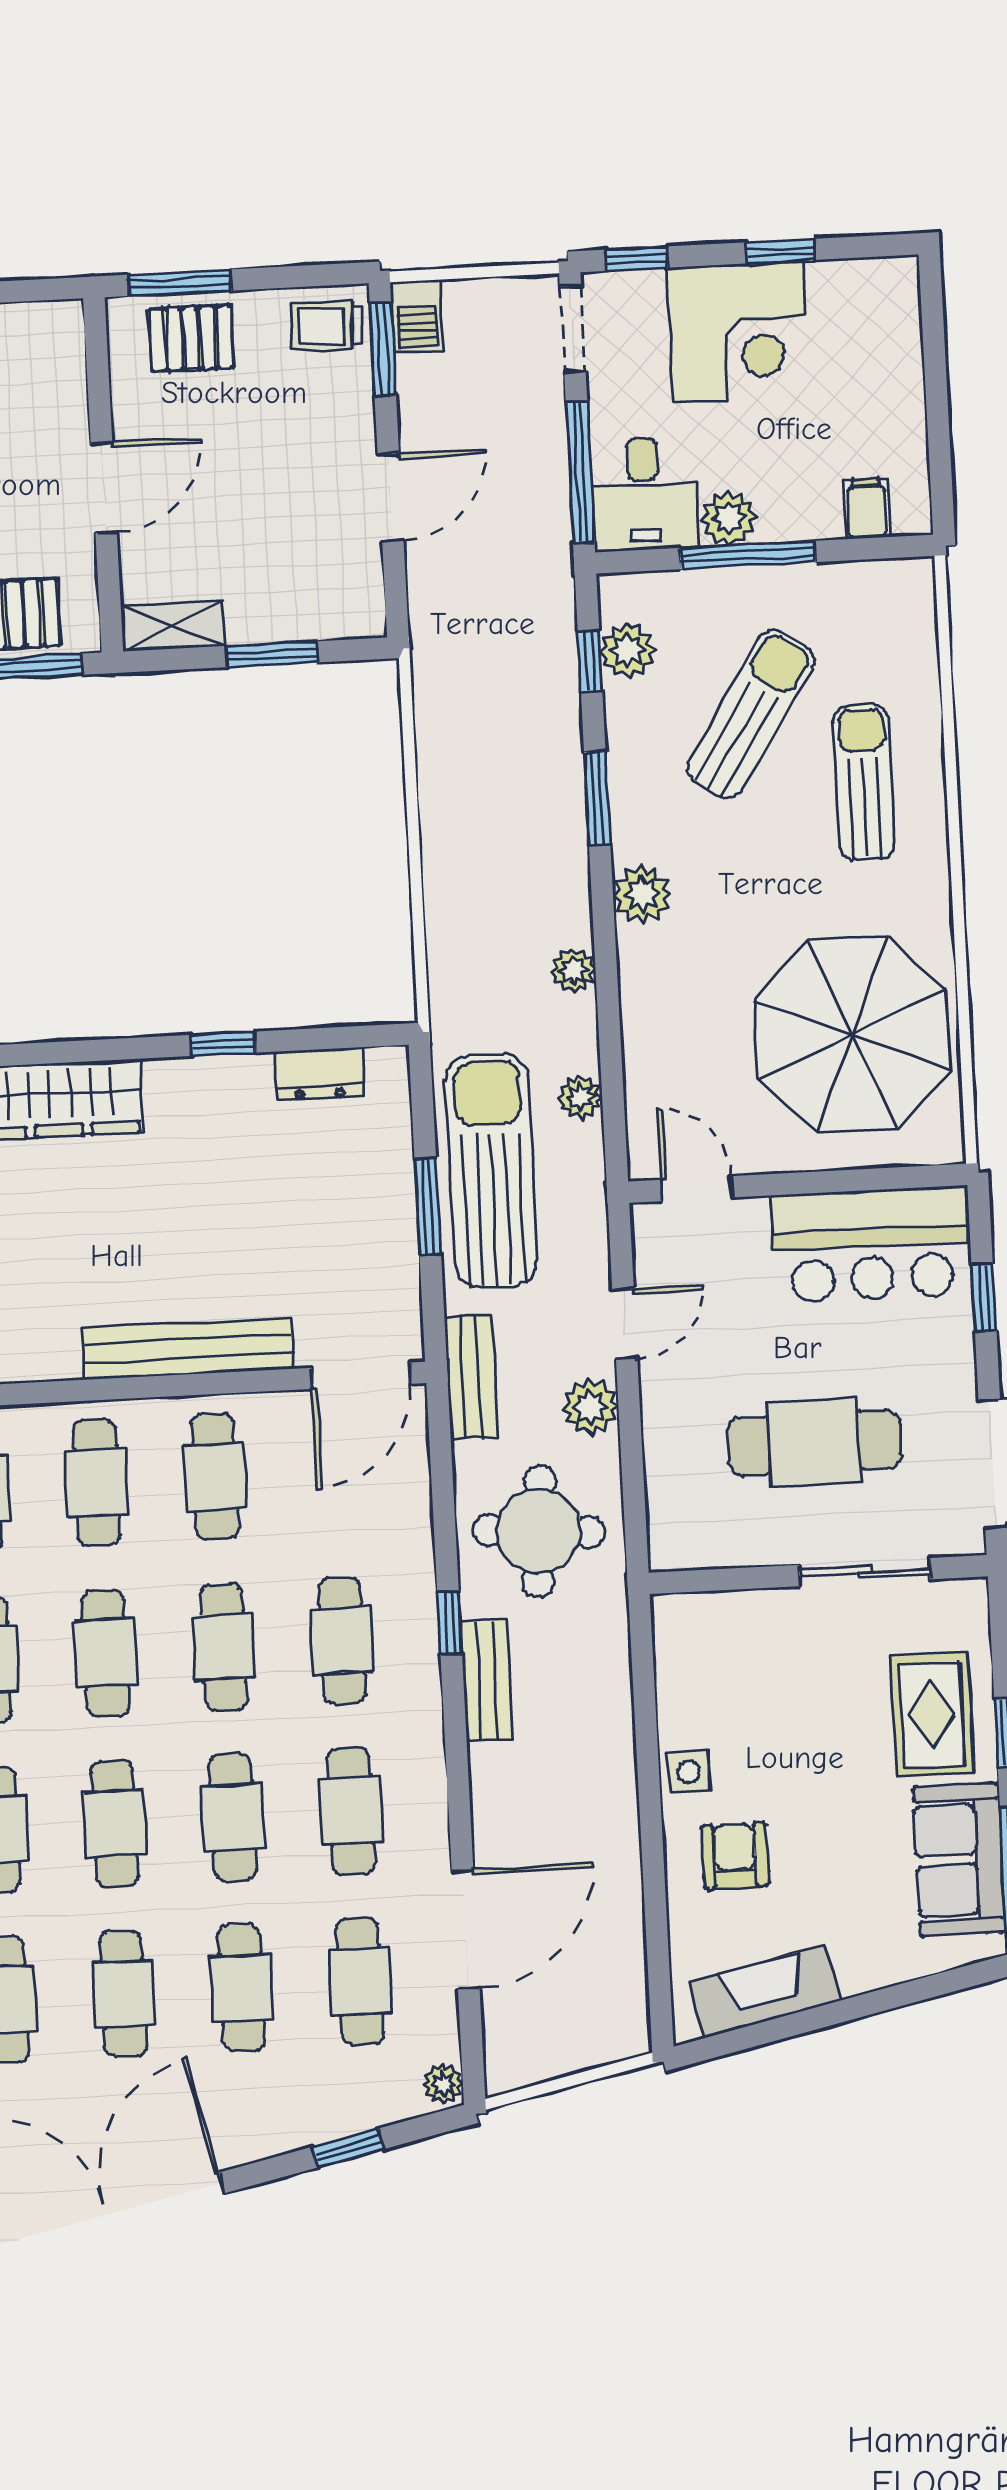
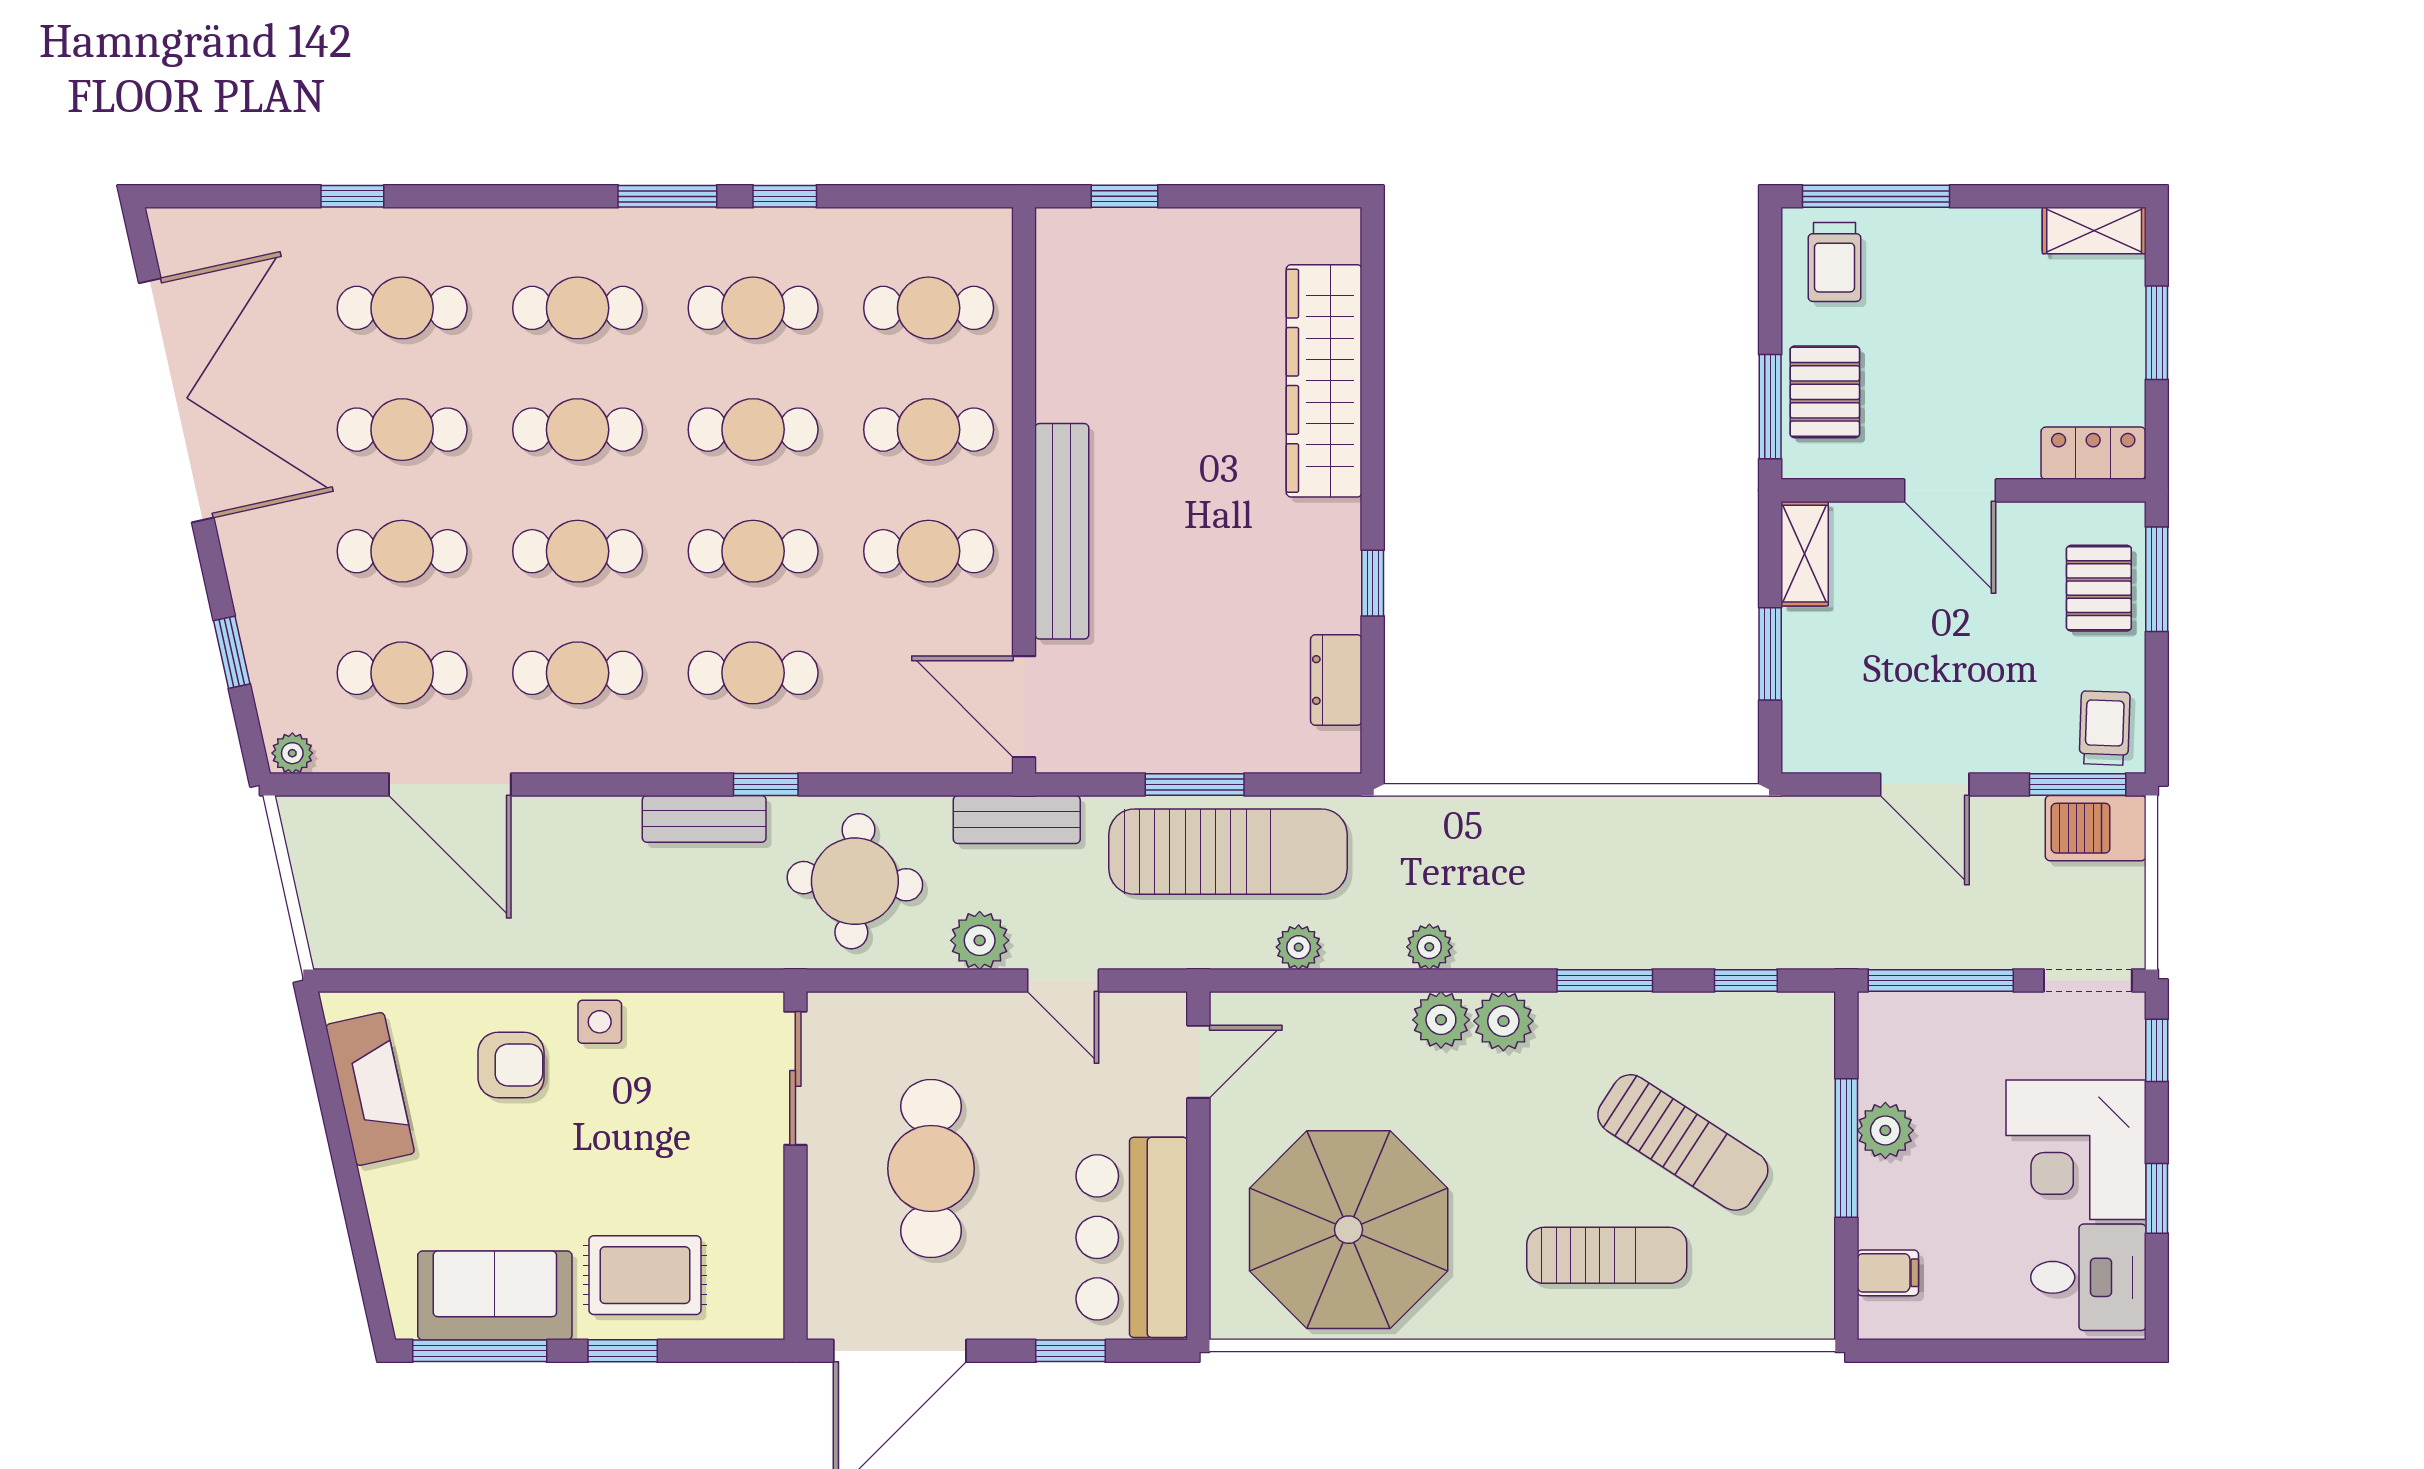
barbecue: (417, 316) -> (2096, 828), width x1.38, depth x1.27
locker: (60, 351) -> (2093, 453), added
desk: (644, 494) -> (2088, 1277), moved, turned 180
plant: (628, 650) -> (1441, 1020), moved
sliding door: (865, 1572) -> (795, 1078), moved

